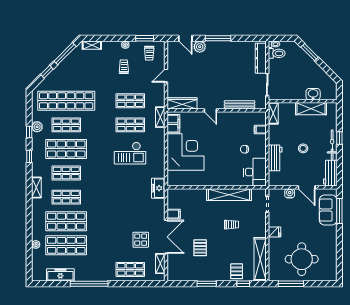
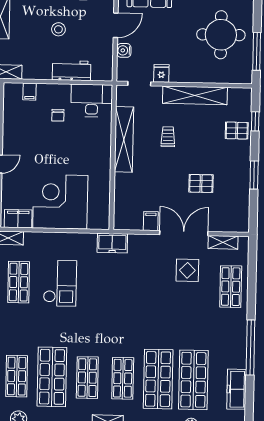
fridge: (275, 232) -> (161, 73), moved
shelving: (260, 259) -> (195, 95), moved

